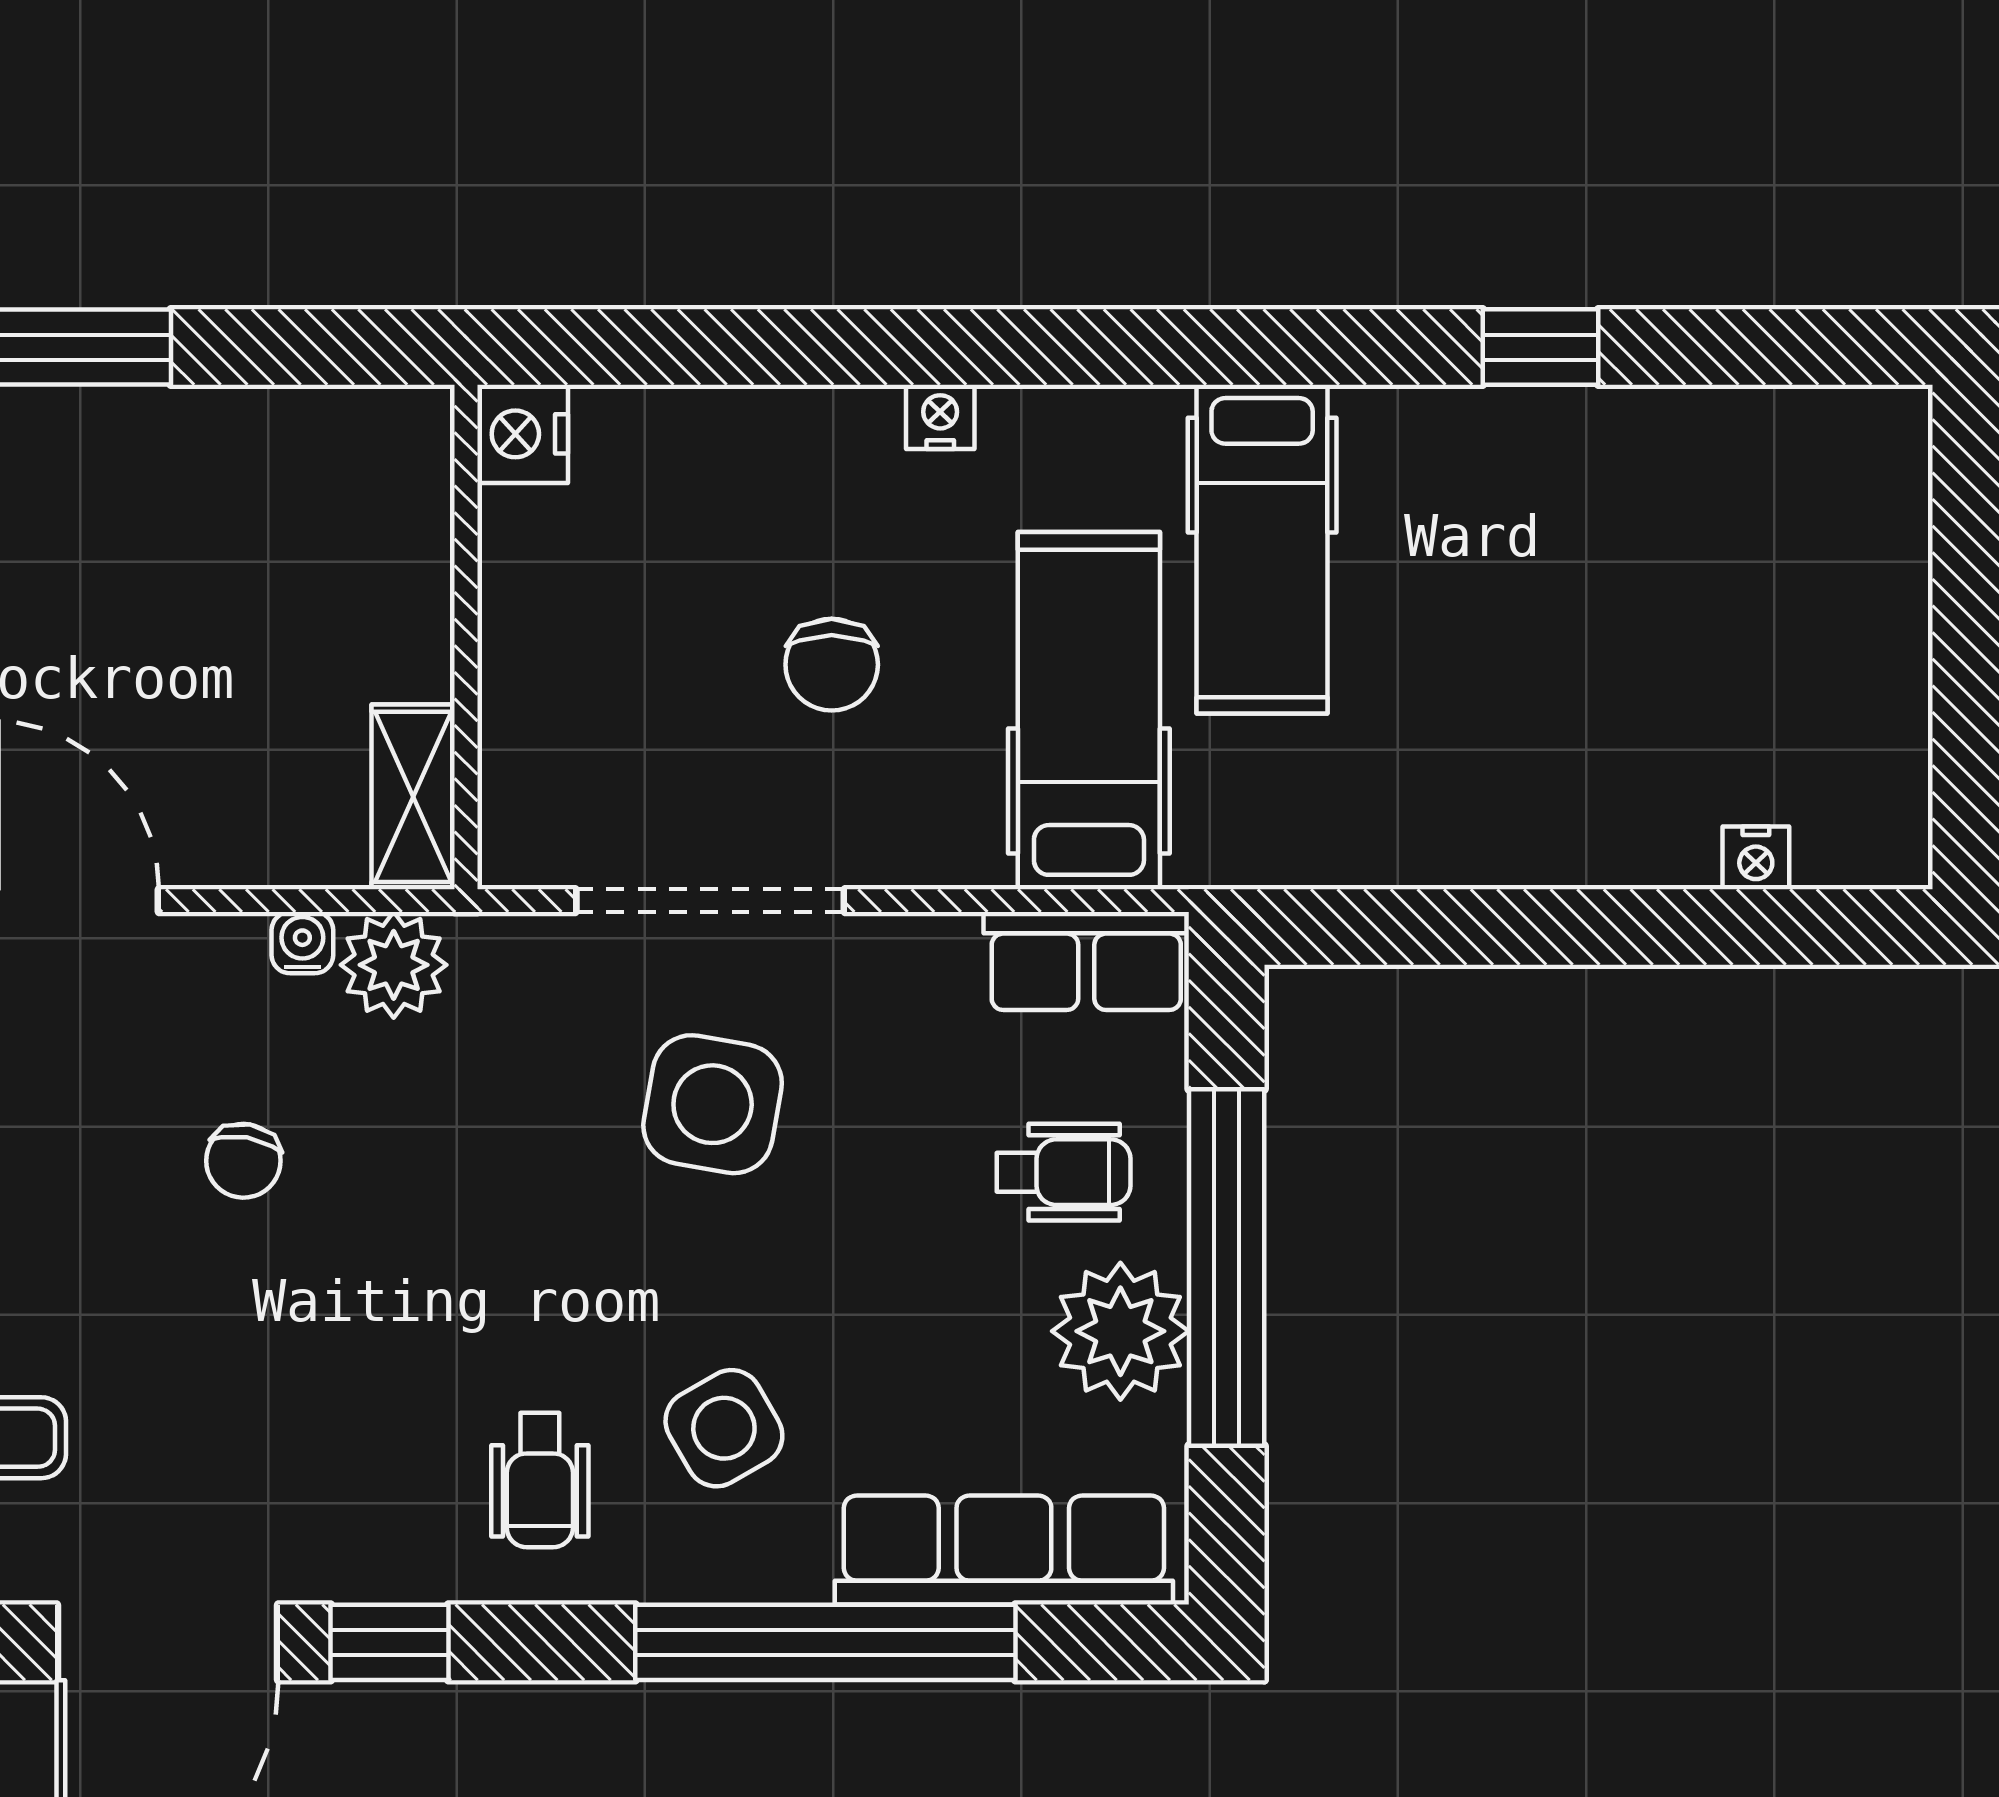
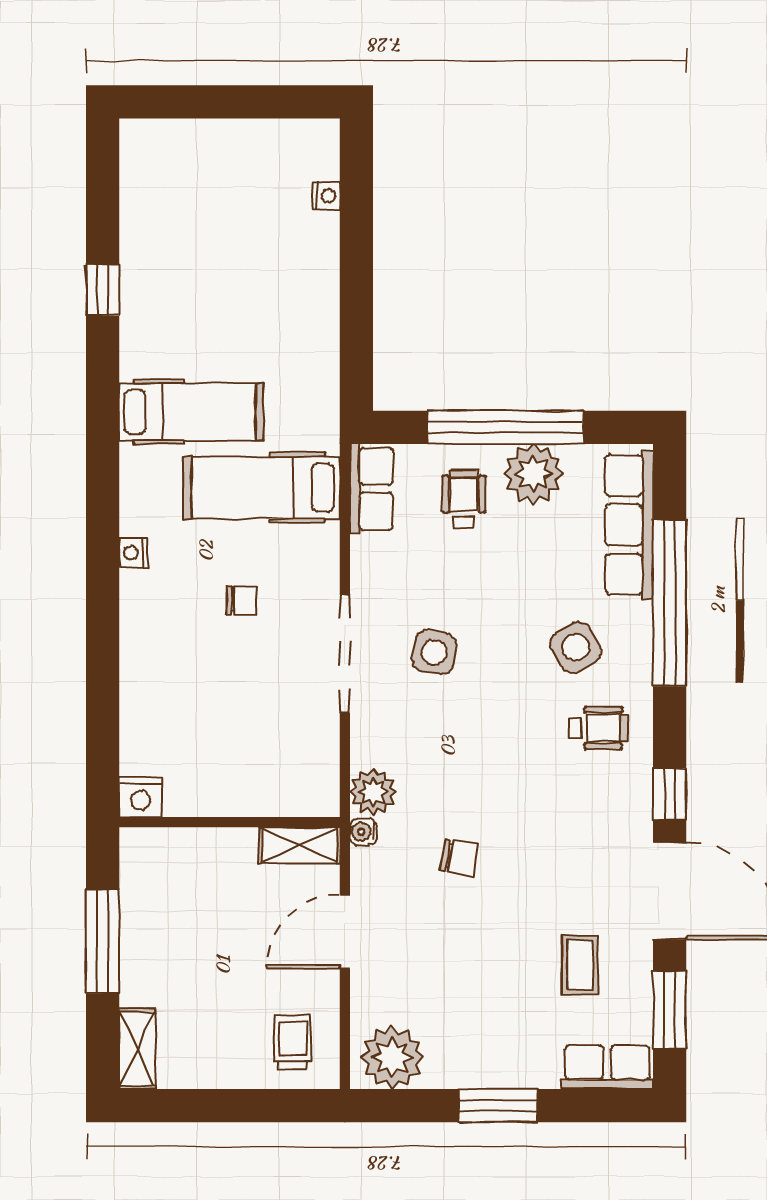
nightstand: (523, 434) -> (141, 797), moved
wall: (466, 637) -> (230, 822), moved
chair: (832, 665) -> (242, 600), width x0.73, depth x0.73
shelving: (413, 797) -> (299, 845), moved
side table: (713, 1104) -> (434, 652), width x0.73, depth x0.73

